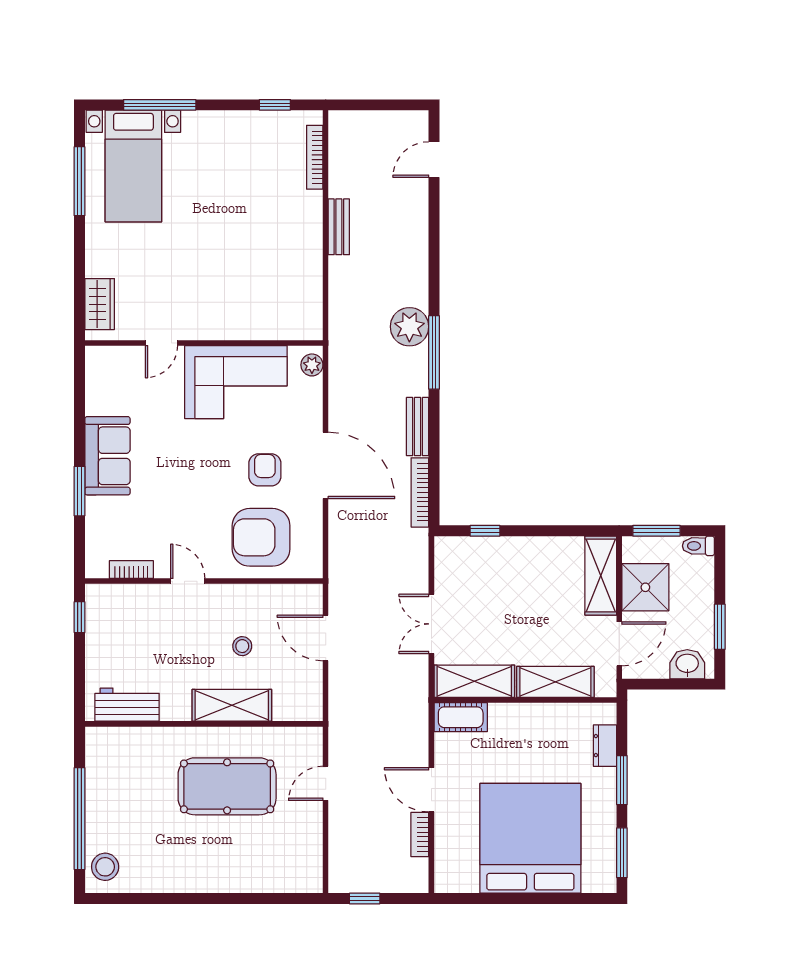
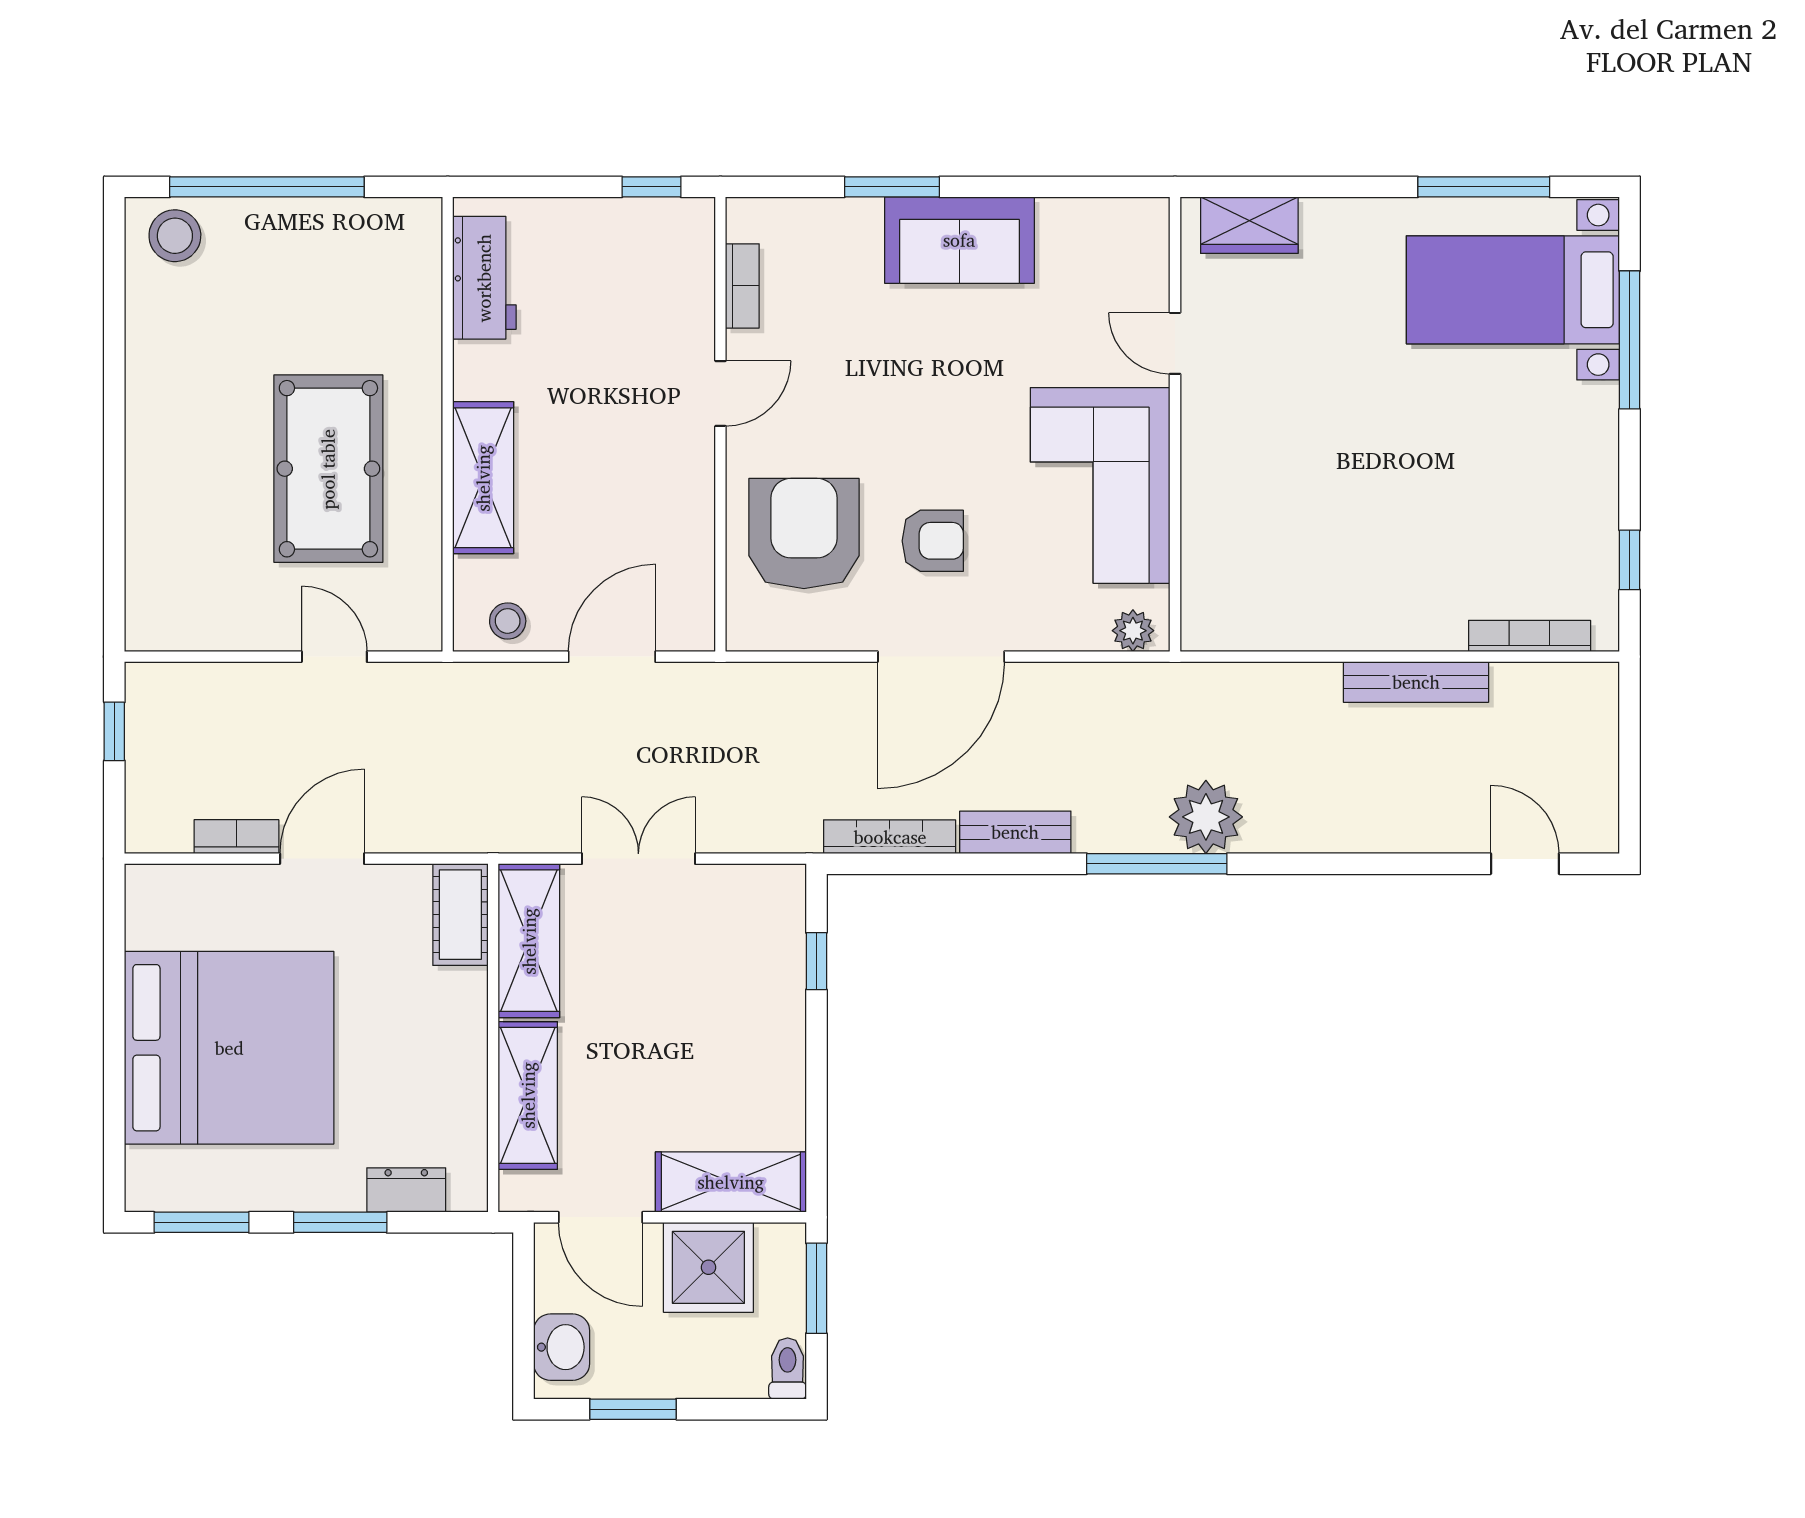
bench: (339, 227) -> (1416, 682), width x1.36
stool: (242, 646) -> (508, 621), moved

